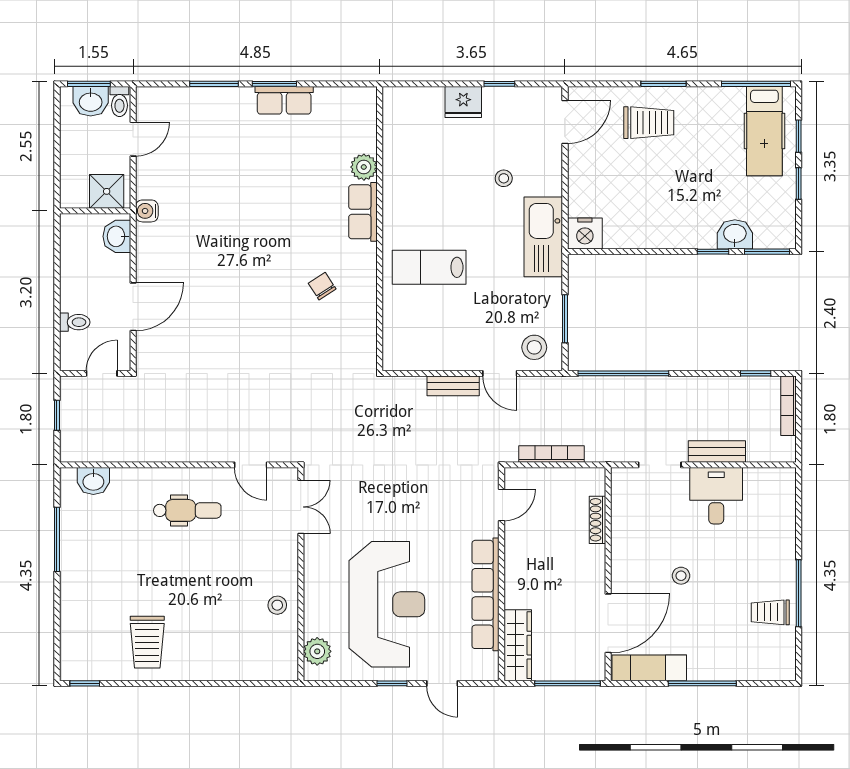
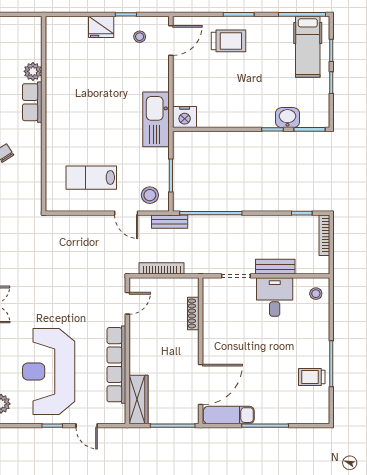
stool: (504, 178) -> (140, 37), moved
lab bench: (429, 267) -> (91, 178), moved
bench: (453, 386) -> (170, 222), moved
stool: (681, 576) -> (316, 294), moved
reception desk: (387, 604) -> (49, 371), turned 180

